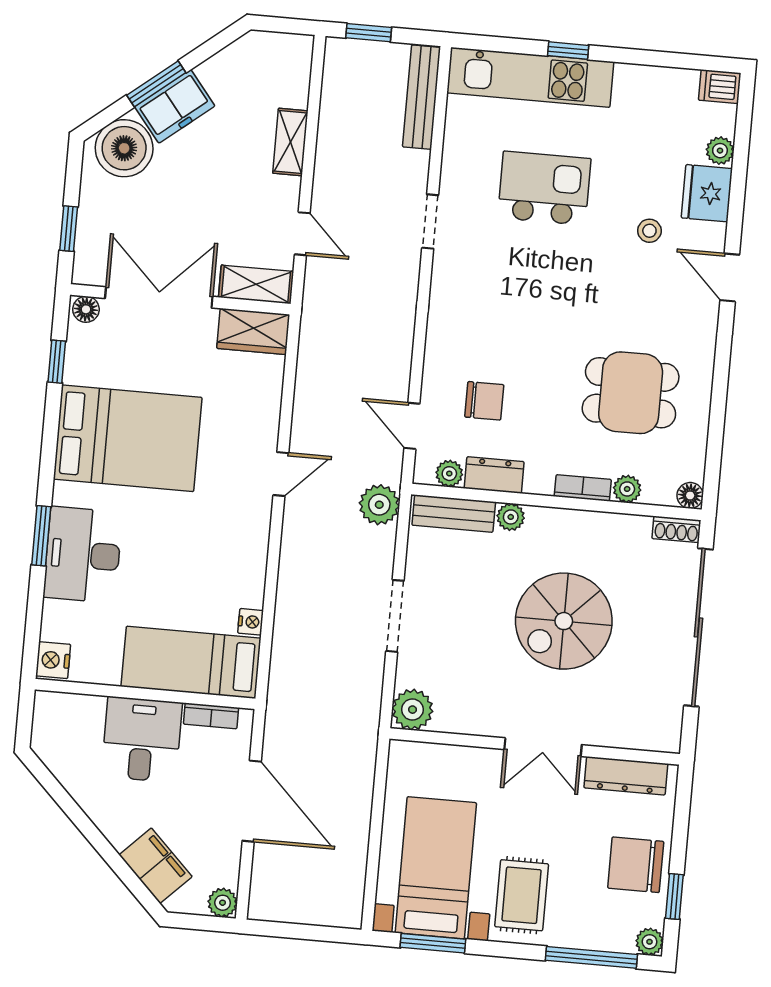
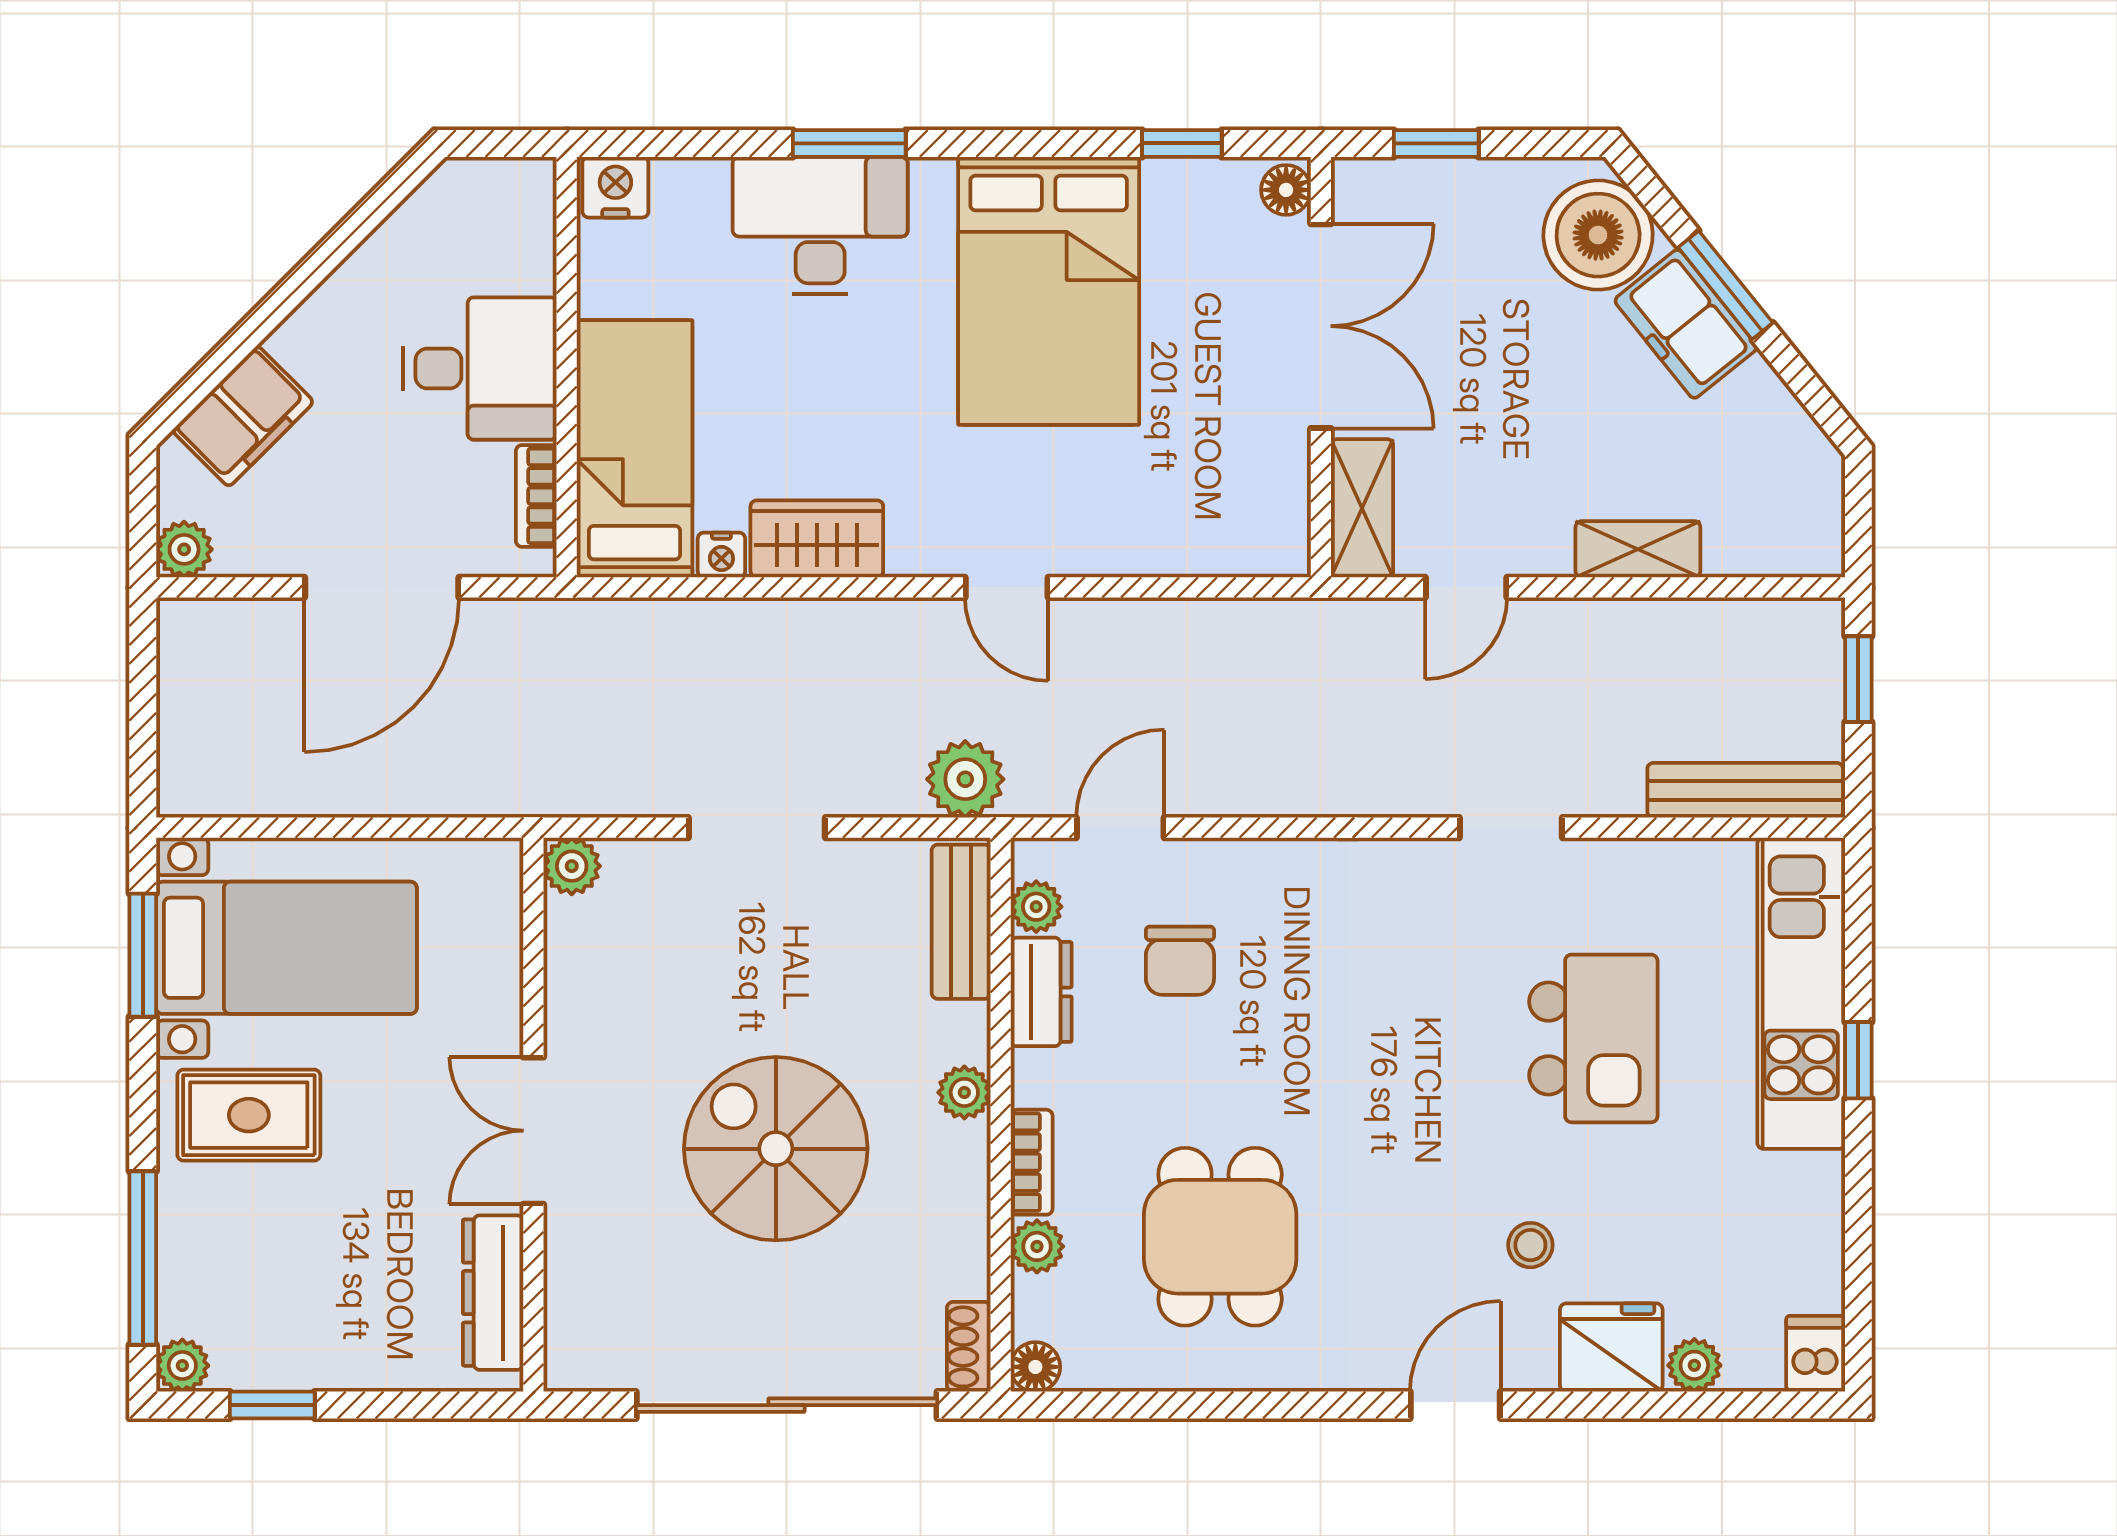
wardrobe: (253, 331) -> (817, 539), moved, turned 90
plant: (511, 517) -> (964, 1092), moved
plant: (412, 710) -> (572, 866), width x0.73, depth x0.73
chair: (636, 865) -> (326, 1326), removed

